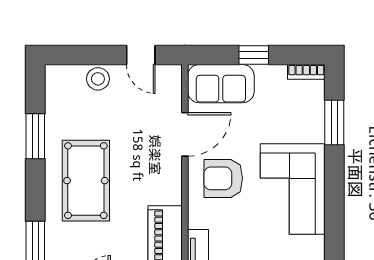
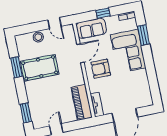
pool table: (86, 181) -> (40, 68), moved, turned 90
corner sofa: (293, 189) -> (128, 51), moved

